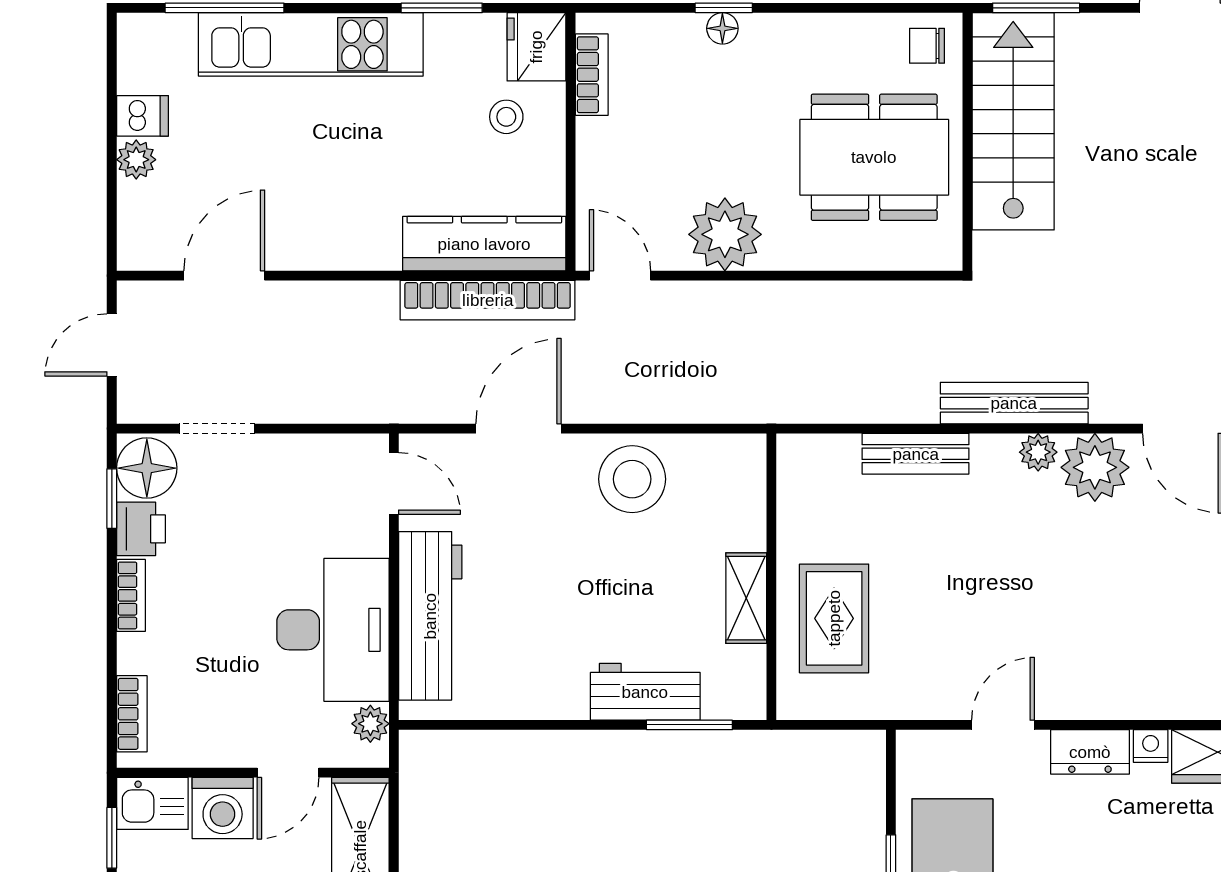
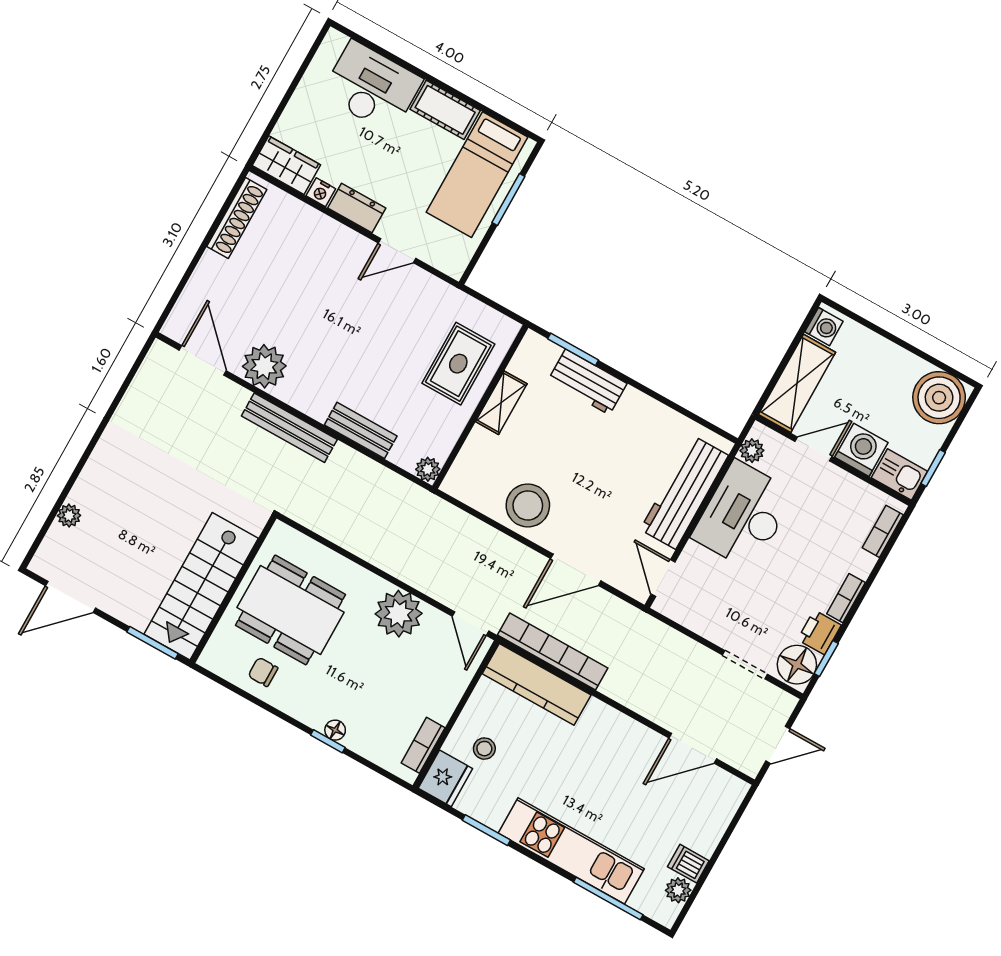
chair: (927, 46) -> (263, 672), moved, turned 180
plant: (136, 160) -> (678, 890), moved
plant: (1038, 452) -> (428, 469), moved

